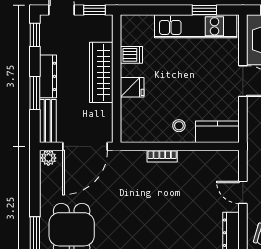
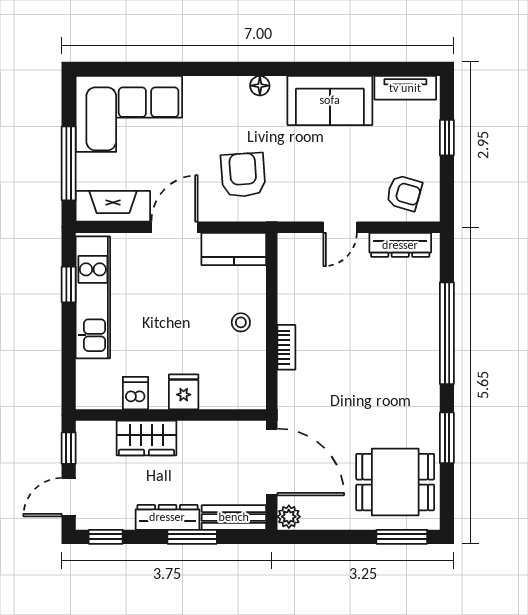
wardrobe: (101, 72) -> (147, 438), width x0.67
kitchen counter: (217, 132) -> (234, 249), moved, turned -90

